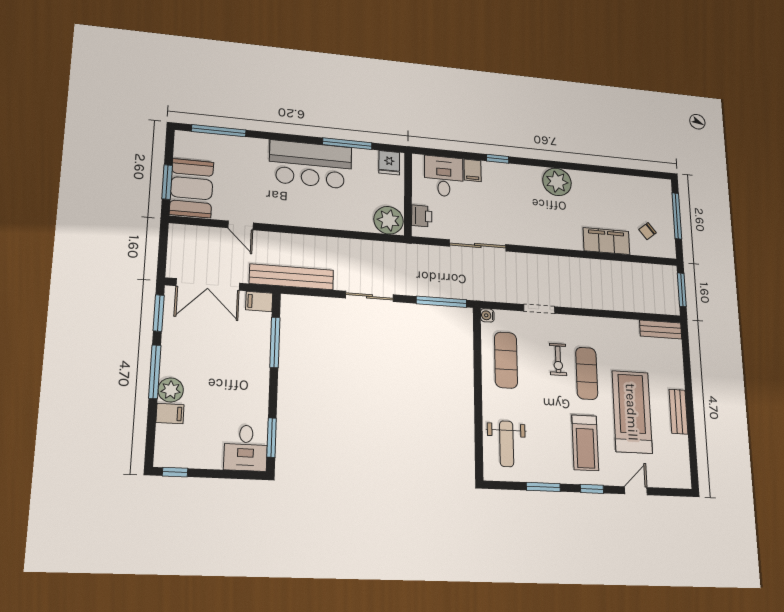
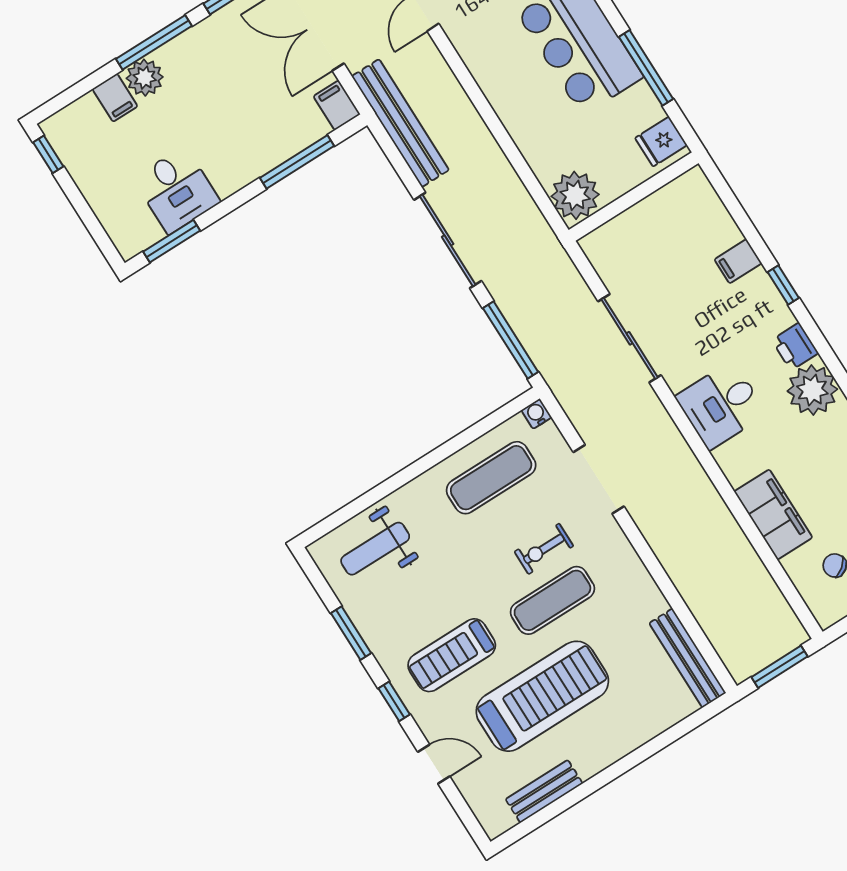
desk: (444, 176) -> (721, 405), moved, turned 180
printer: (422, 216) -> (795, 347), moved, turned 90
sliding door: (369, 296) -> (448, 240), width x1.37
doorway: (539, 309) -> (599, 479), width x1.38
bench: (661, 329) -> (688, 658), width x1.36
bench: (678, 412) -> (544, 791), moved
desk: (246, 448) -> (177, 190), moved, turned -90

